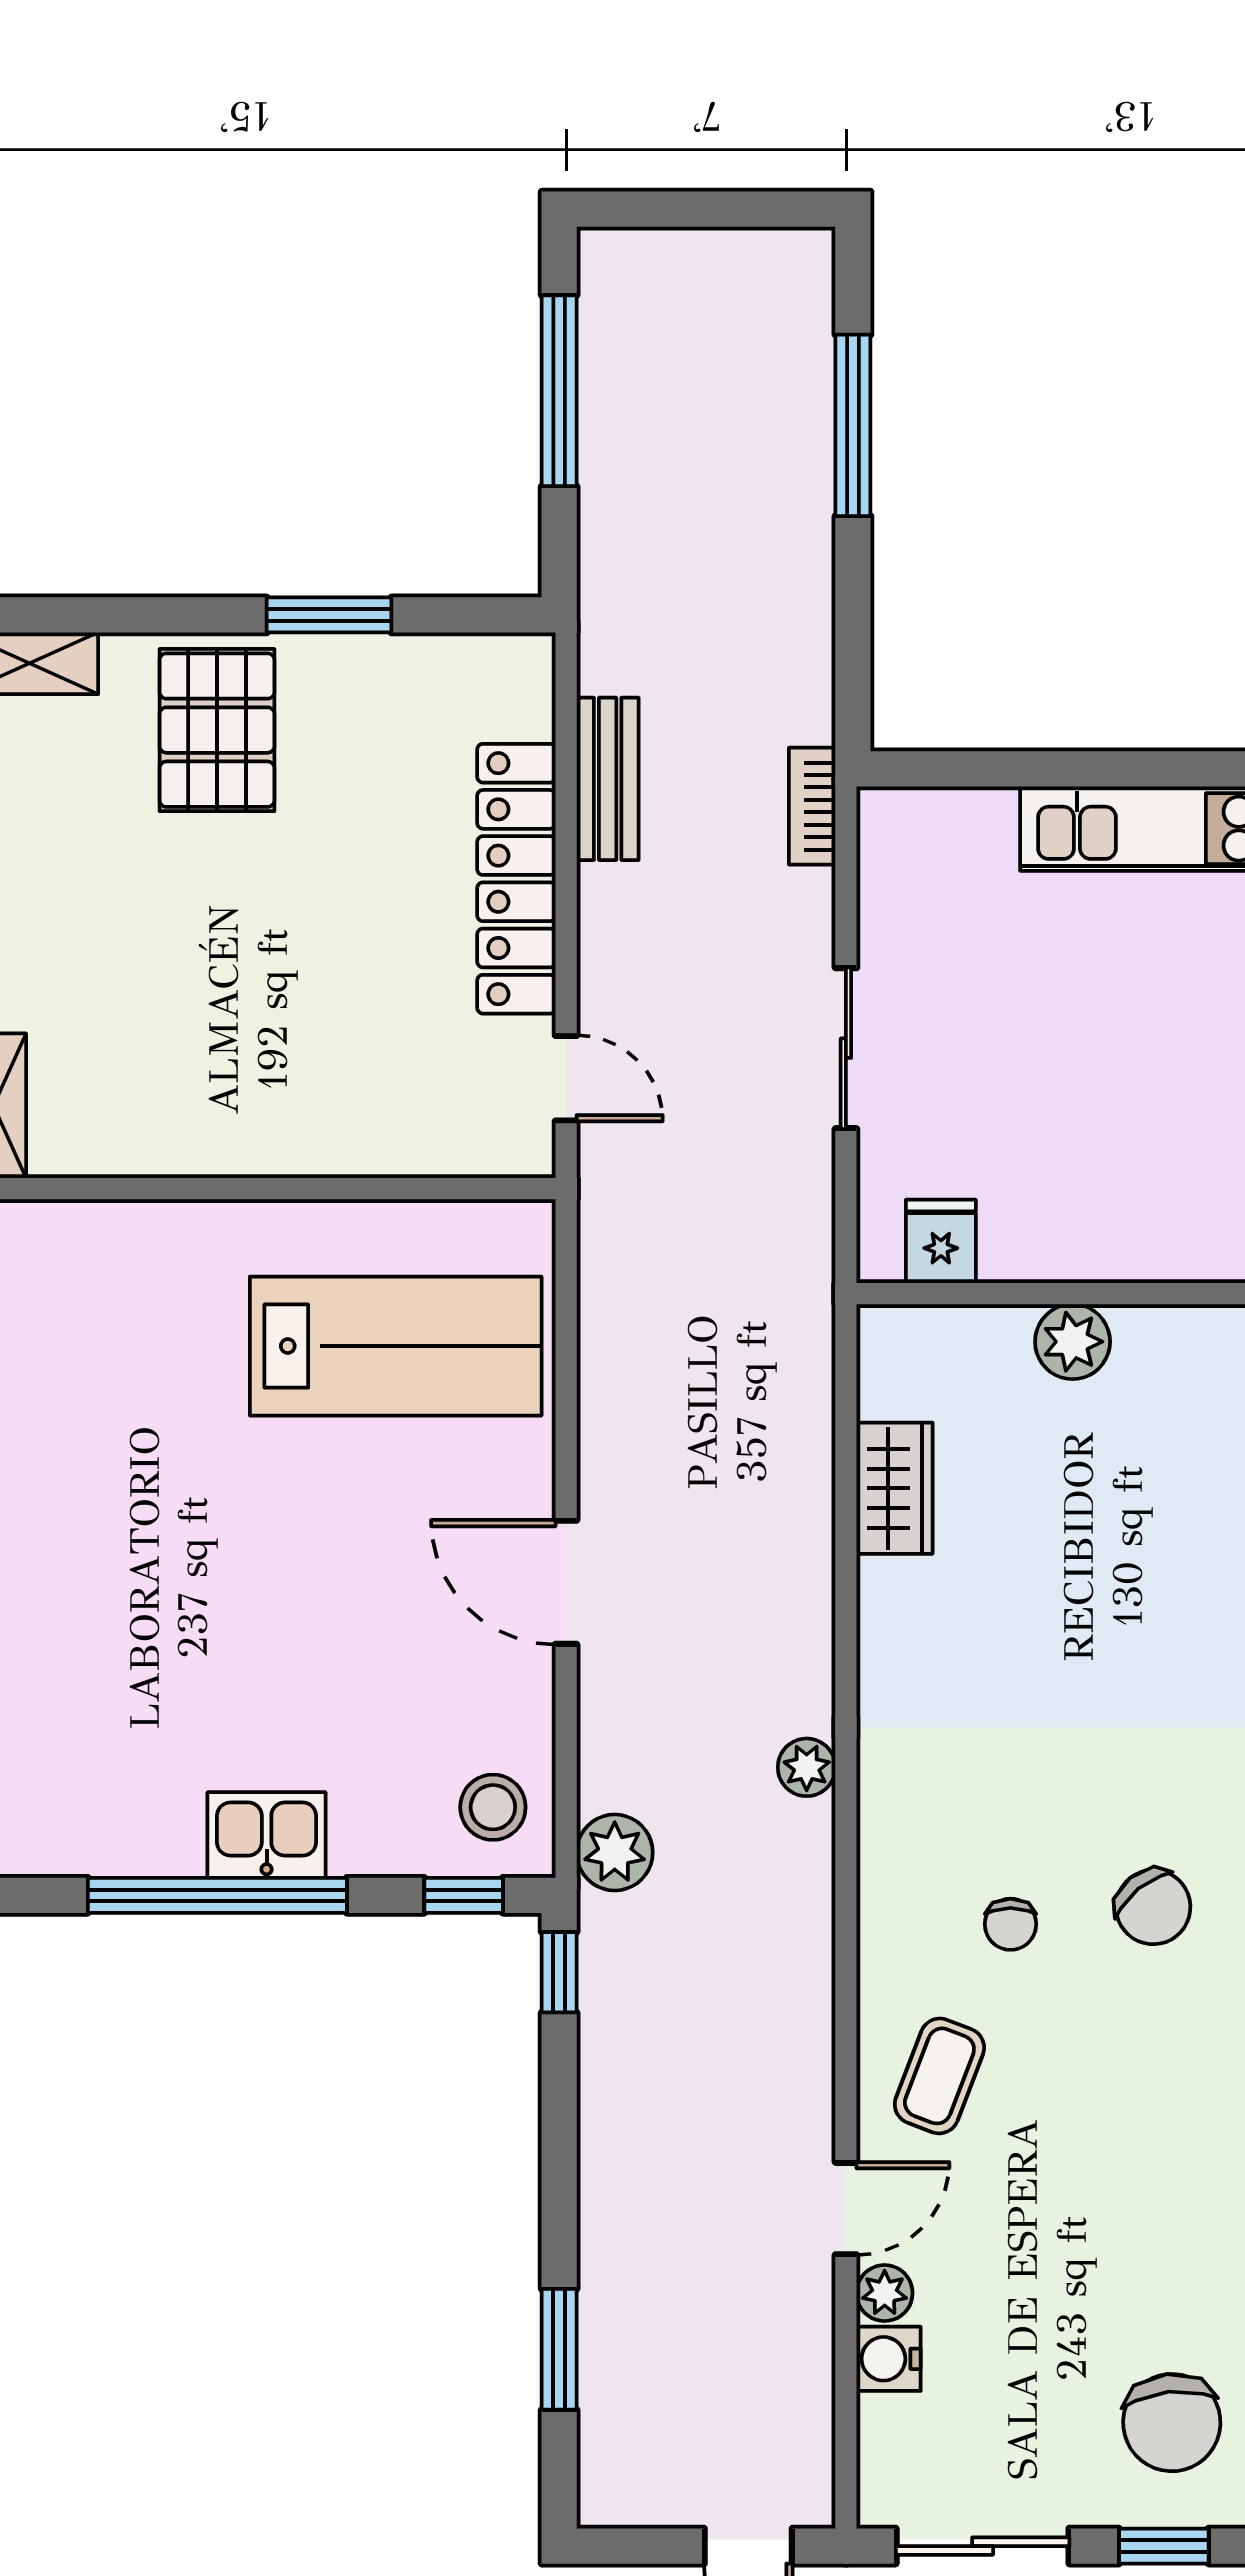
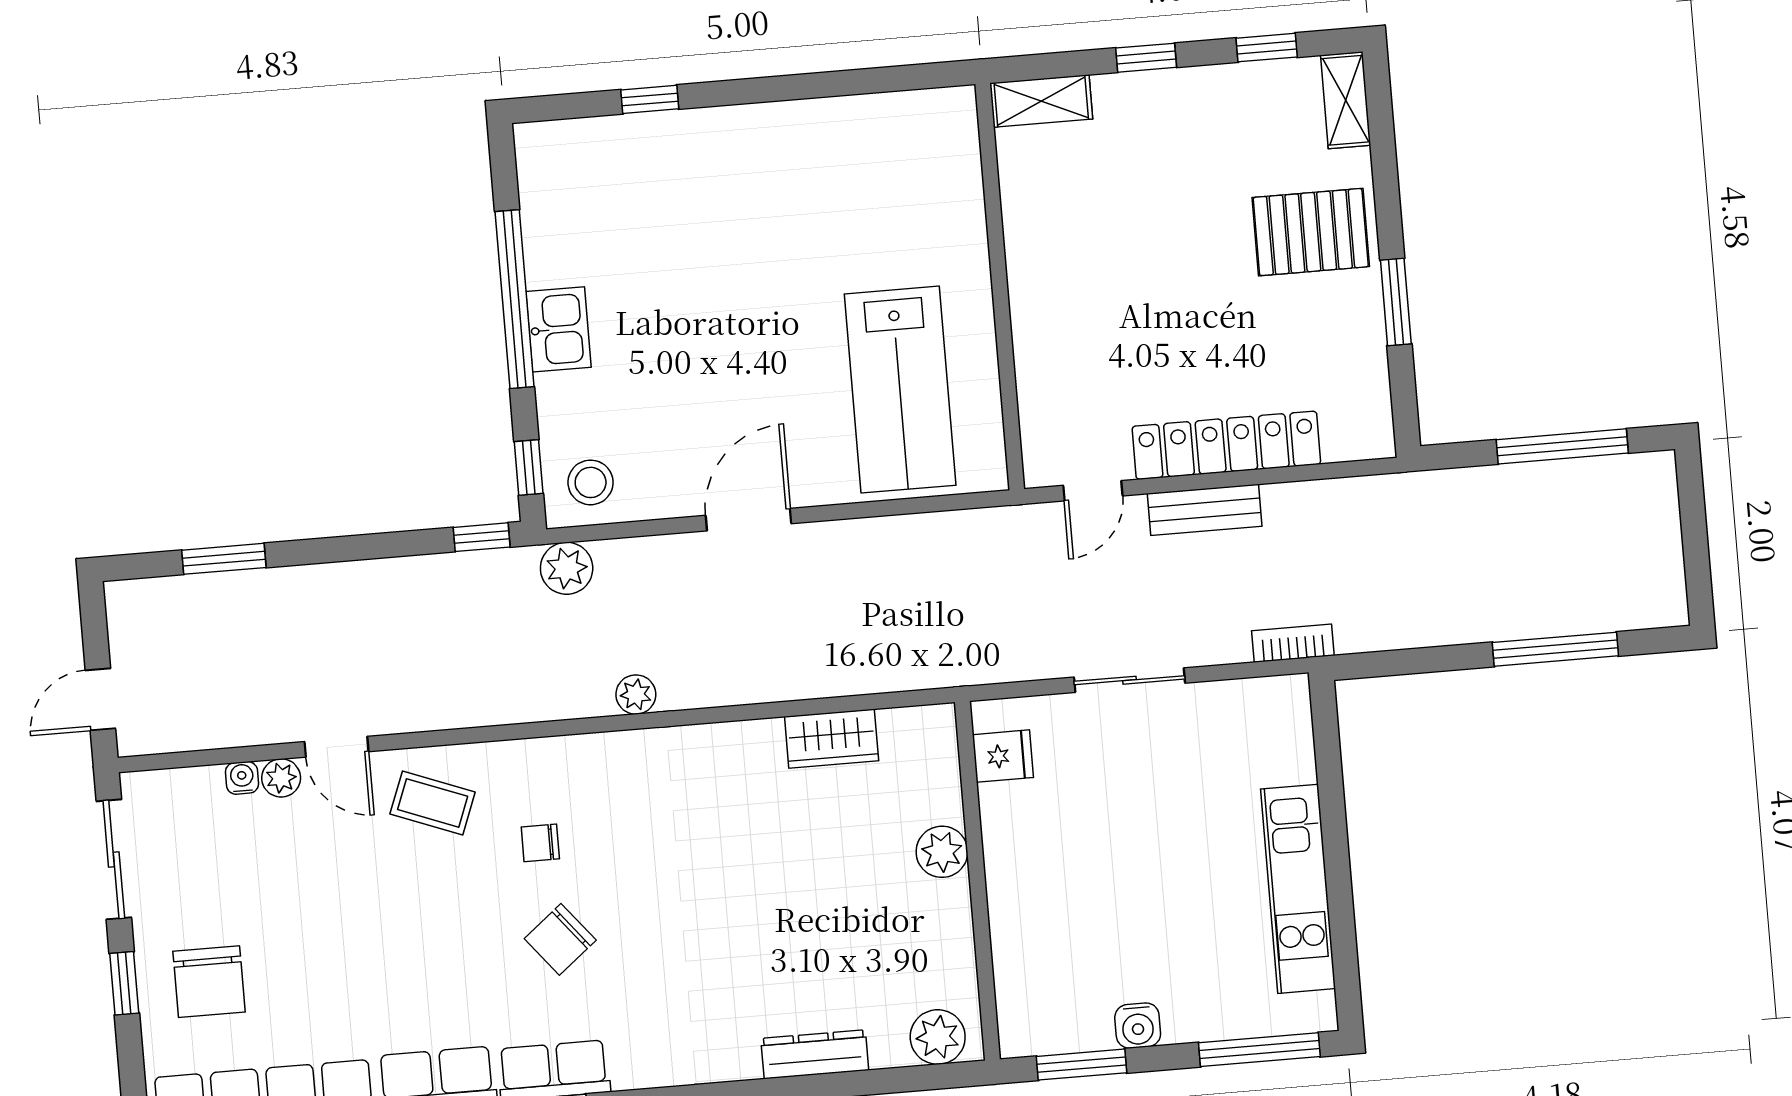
bench: (608, 779) -> (1205, 510), moved
water cooler: (889, 2359) -> (242, 778), width x0.72, depth x0.72
chair: (1172, 2423) -> (209, 982), turned -84

